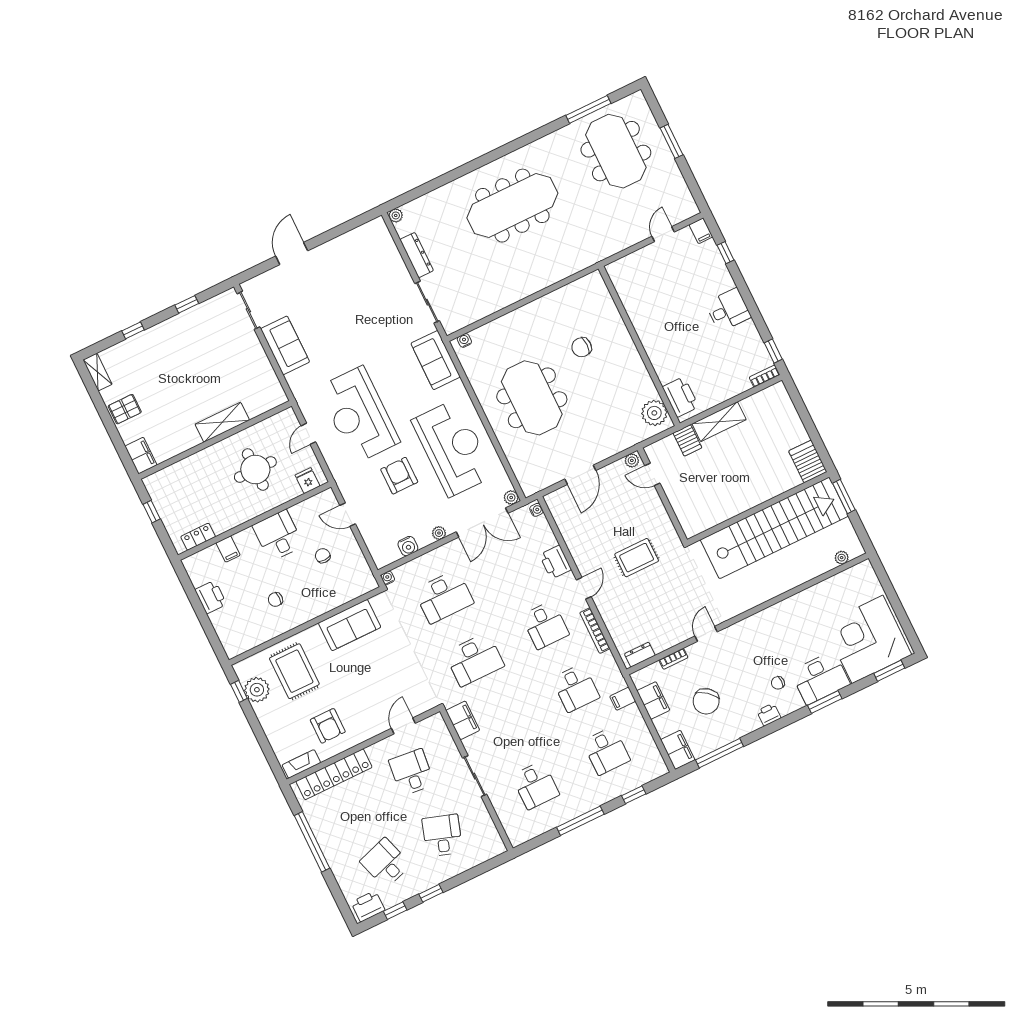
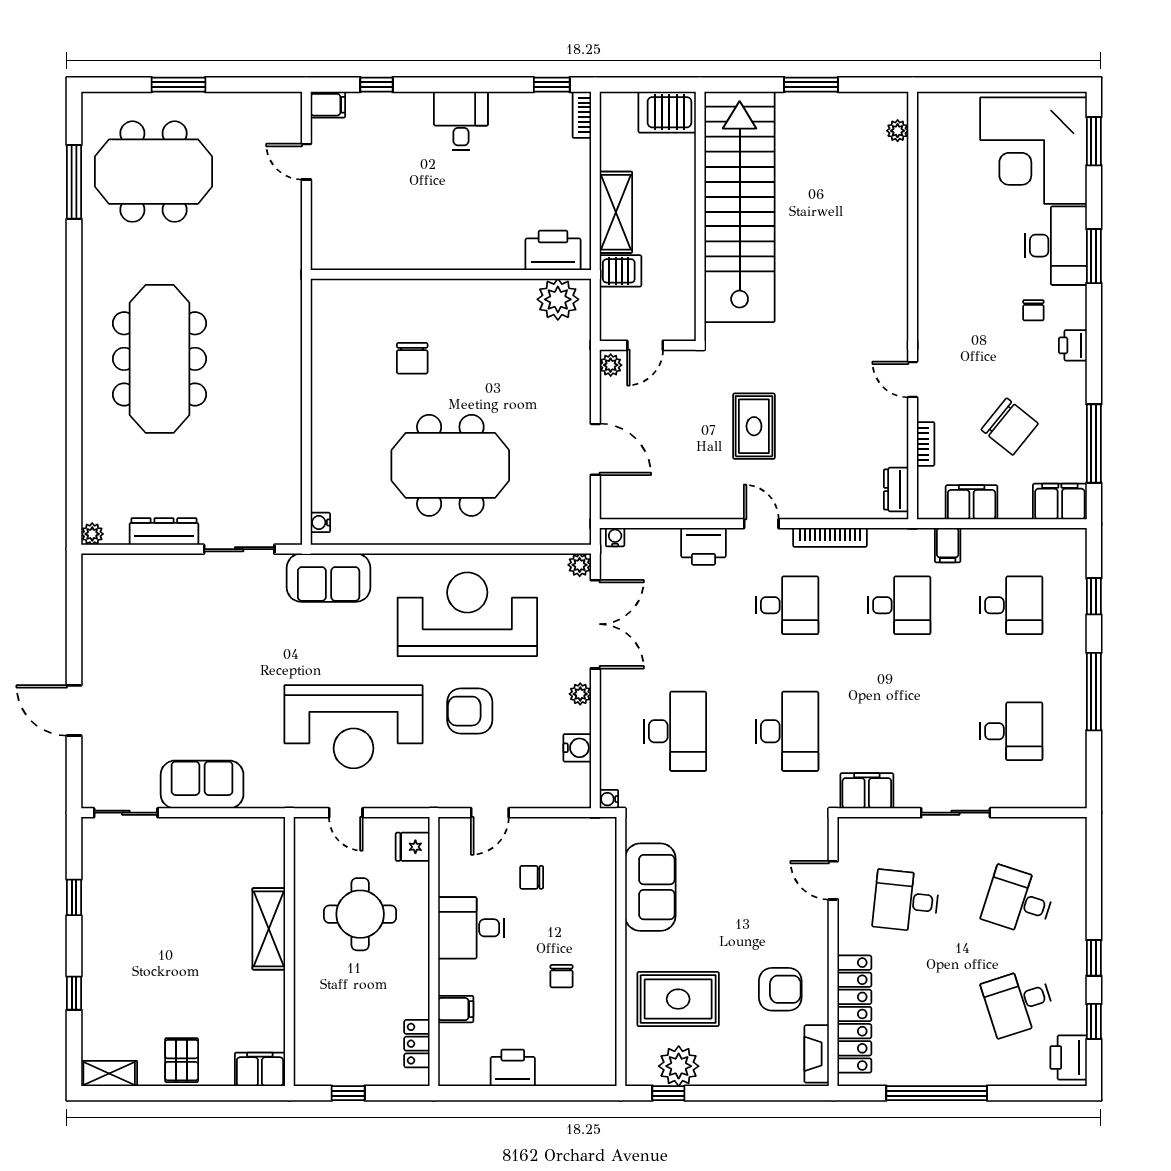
server rack: (808, 461) -> (667, 112), moved
wall: (758, 508) -> (700, 216), moved
stairs: (774, 528) -> (740, 207), moved

